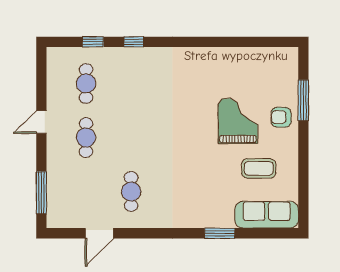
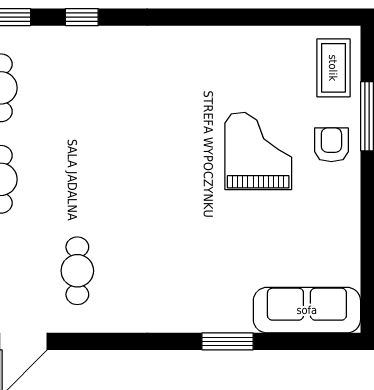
armchair: (281, 117) -> (331, 145), turned 90
coffee table: (259, 168) -> (333, 68), moved, turned 90

